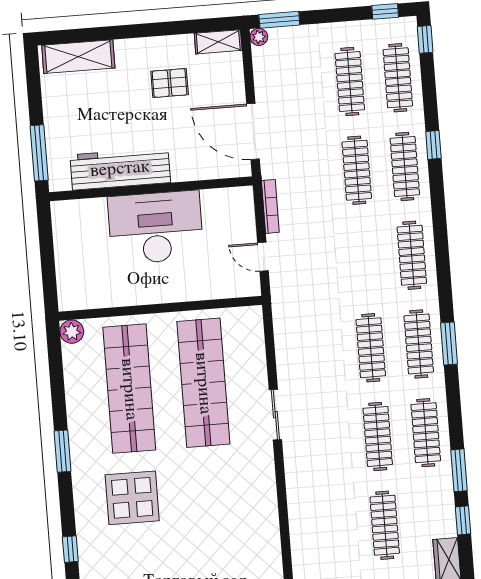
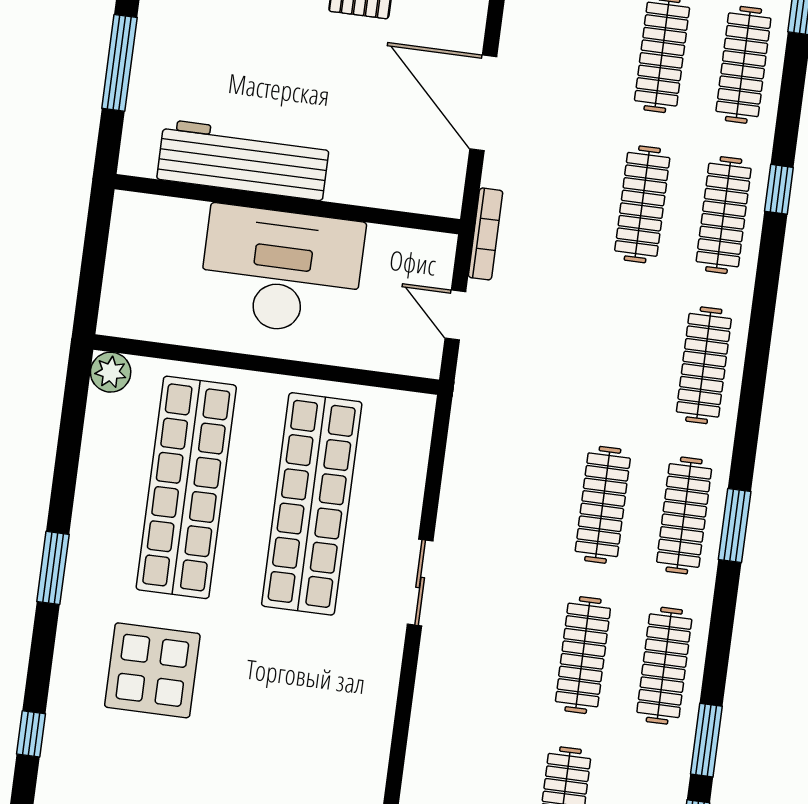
workbench: (120, 169) -> (243, 160), moved
wall: (151, 189) -> (287, 204), moved
desk: (156, 227) -> (281, 270), moved

